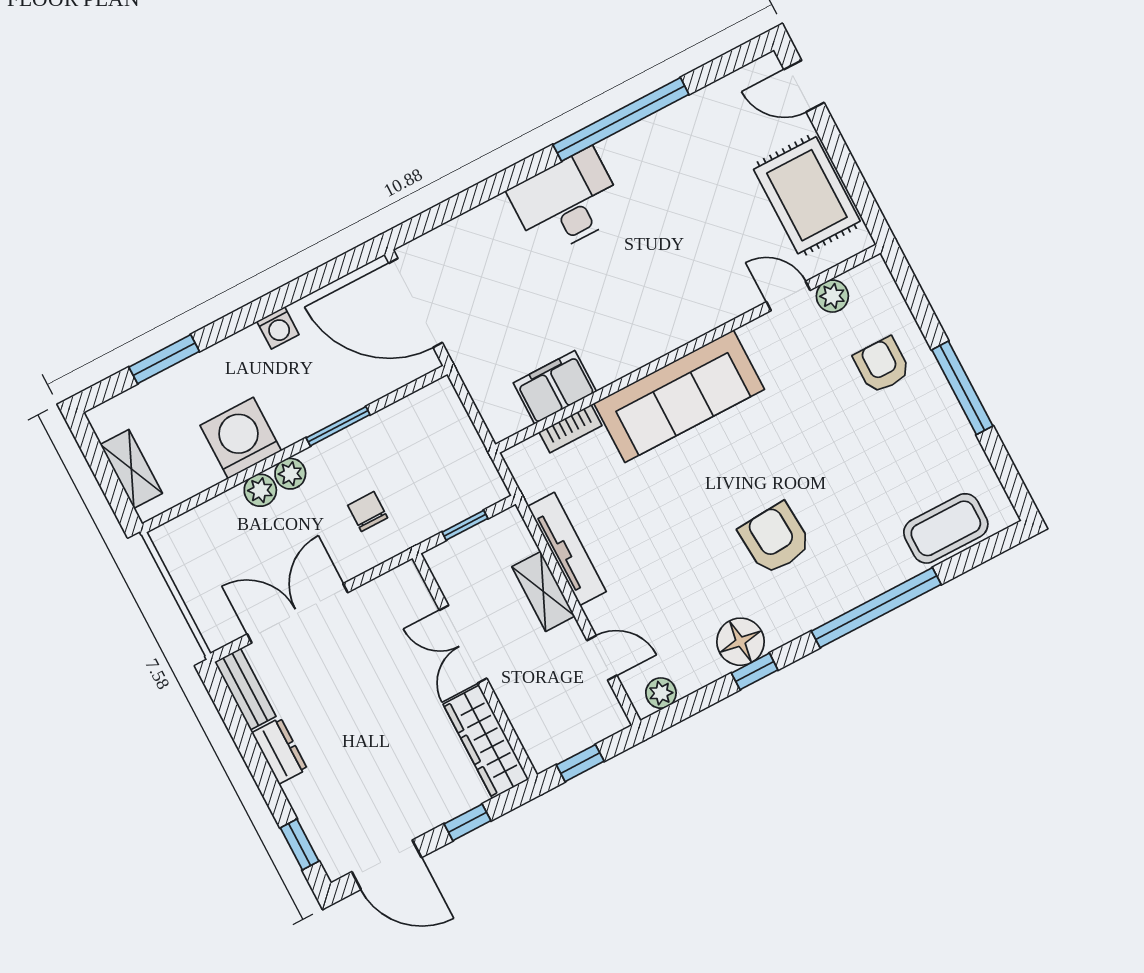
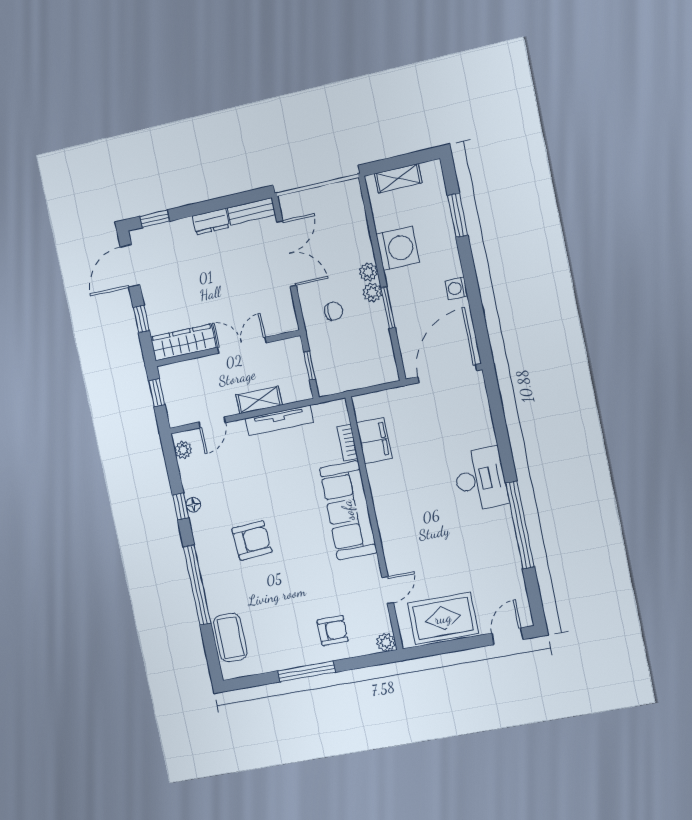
plant: (832, 296) -> (386, 642), moved
plant: (260, 490) -> (372, 292), moved
floor lamp: (740, 642) -> (193, 505), width x0.53, depth x0.53

